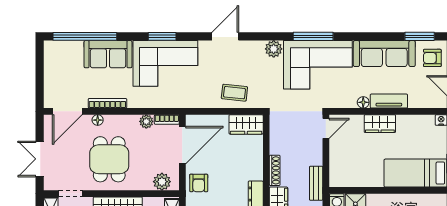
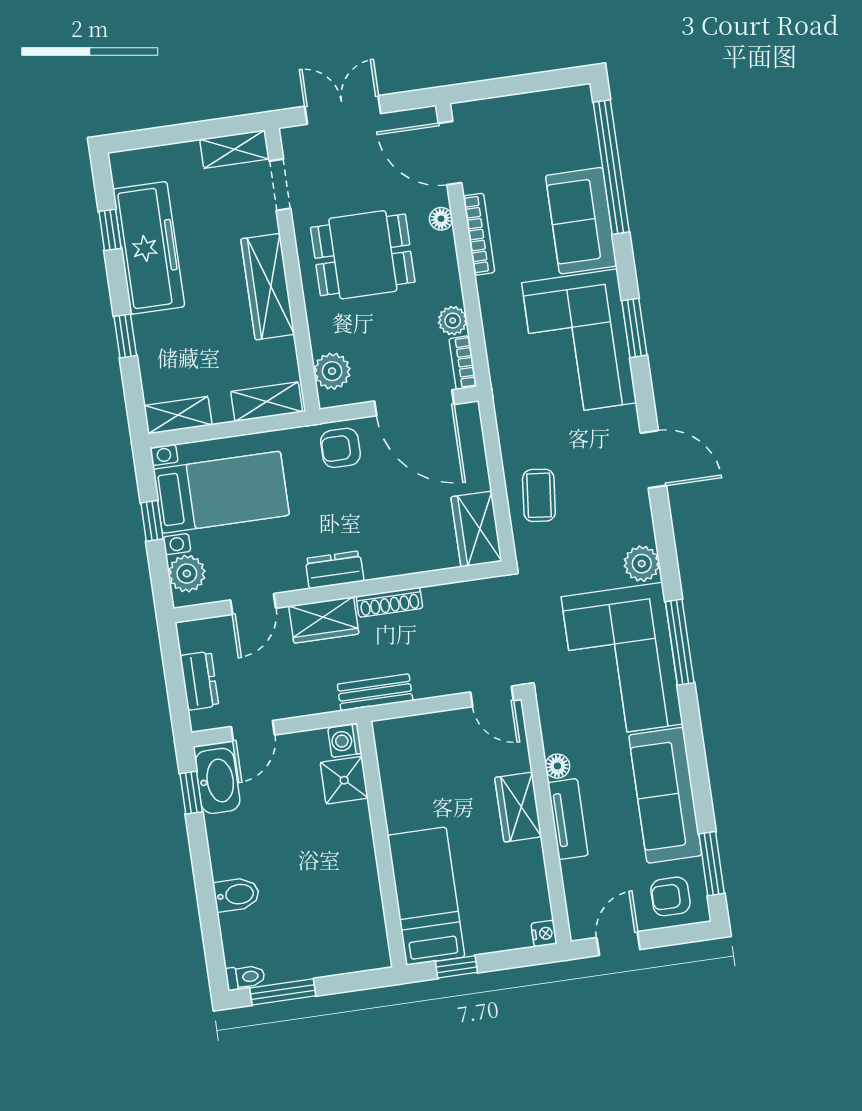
armchair: (432, 58) -> (670, 896), turned -90

